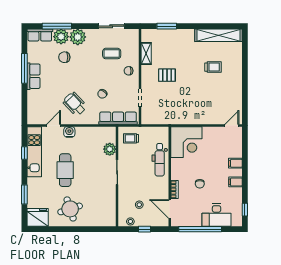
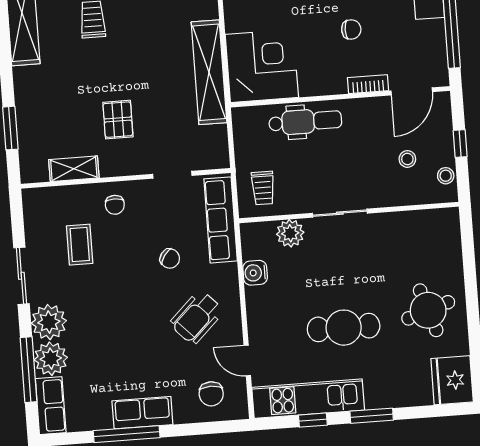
sliding door: (111, 26) -> (21, 276), moved
chair: (64, 57) -> (211, 394), moved
shelving: (185, 118) -> (209, 72), added
water cooler: (69, 132) -> (255, 273), moved
window: (24, 195) -> (372, 416), moved

